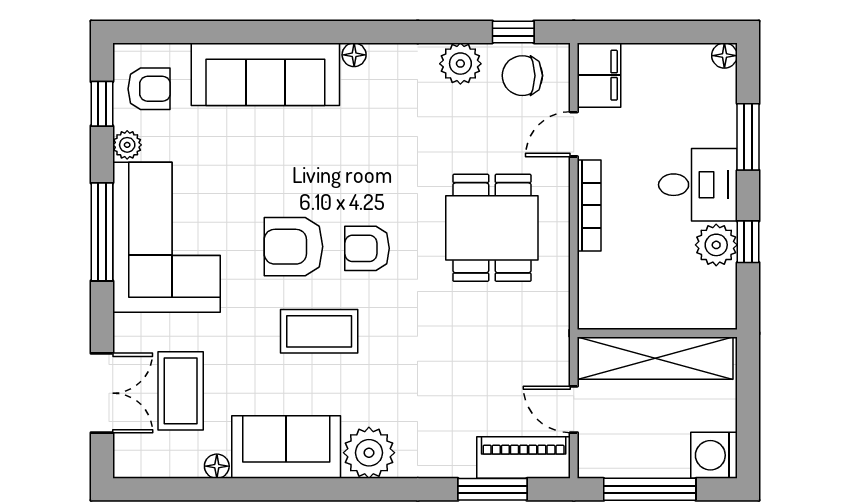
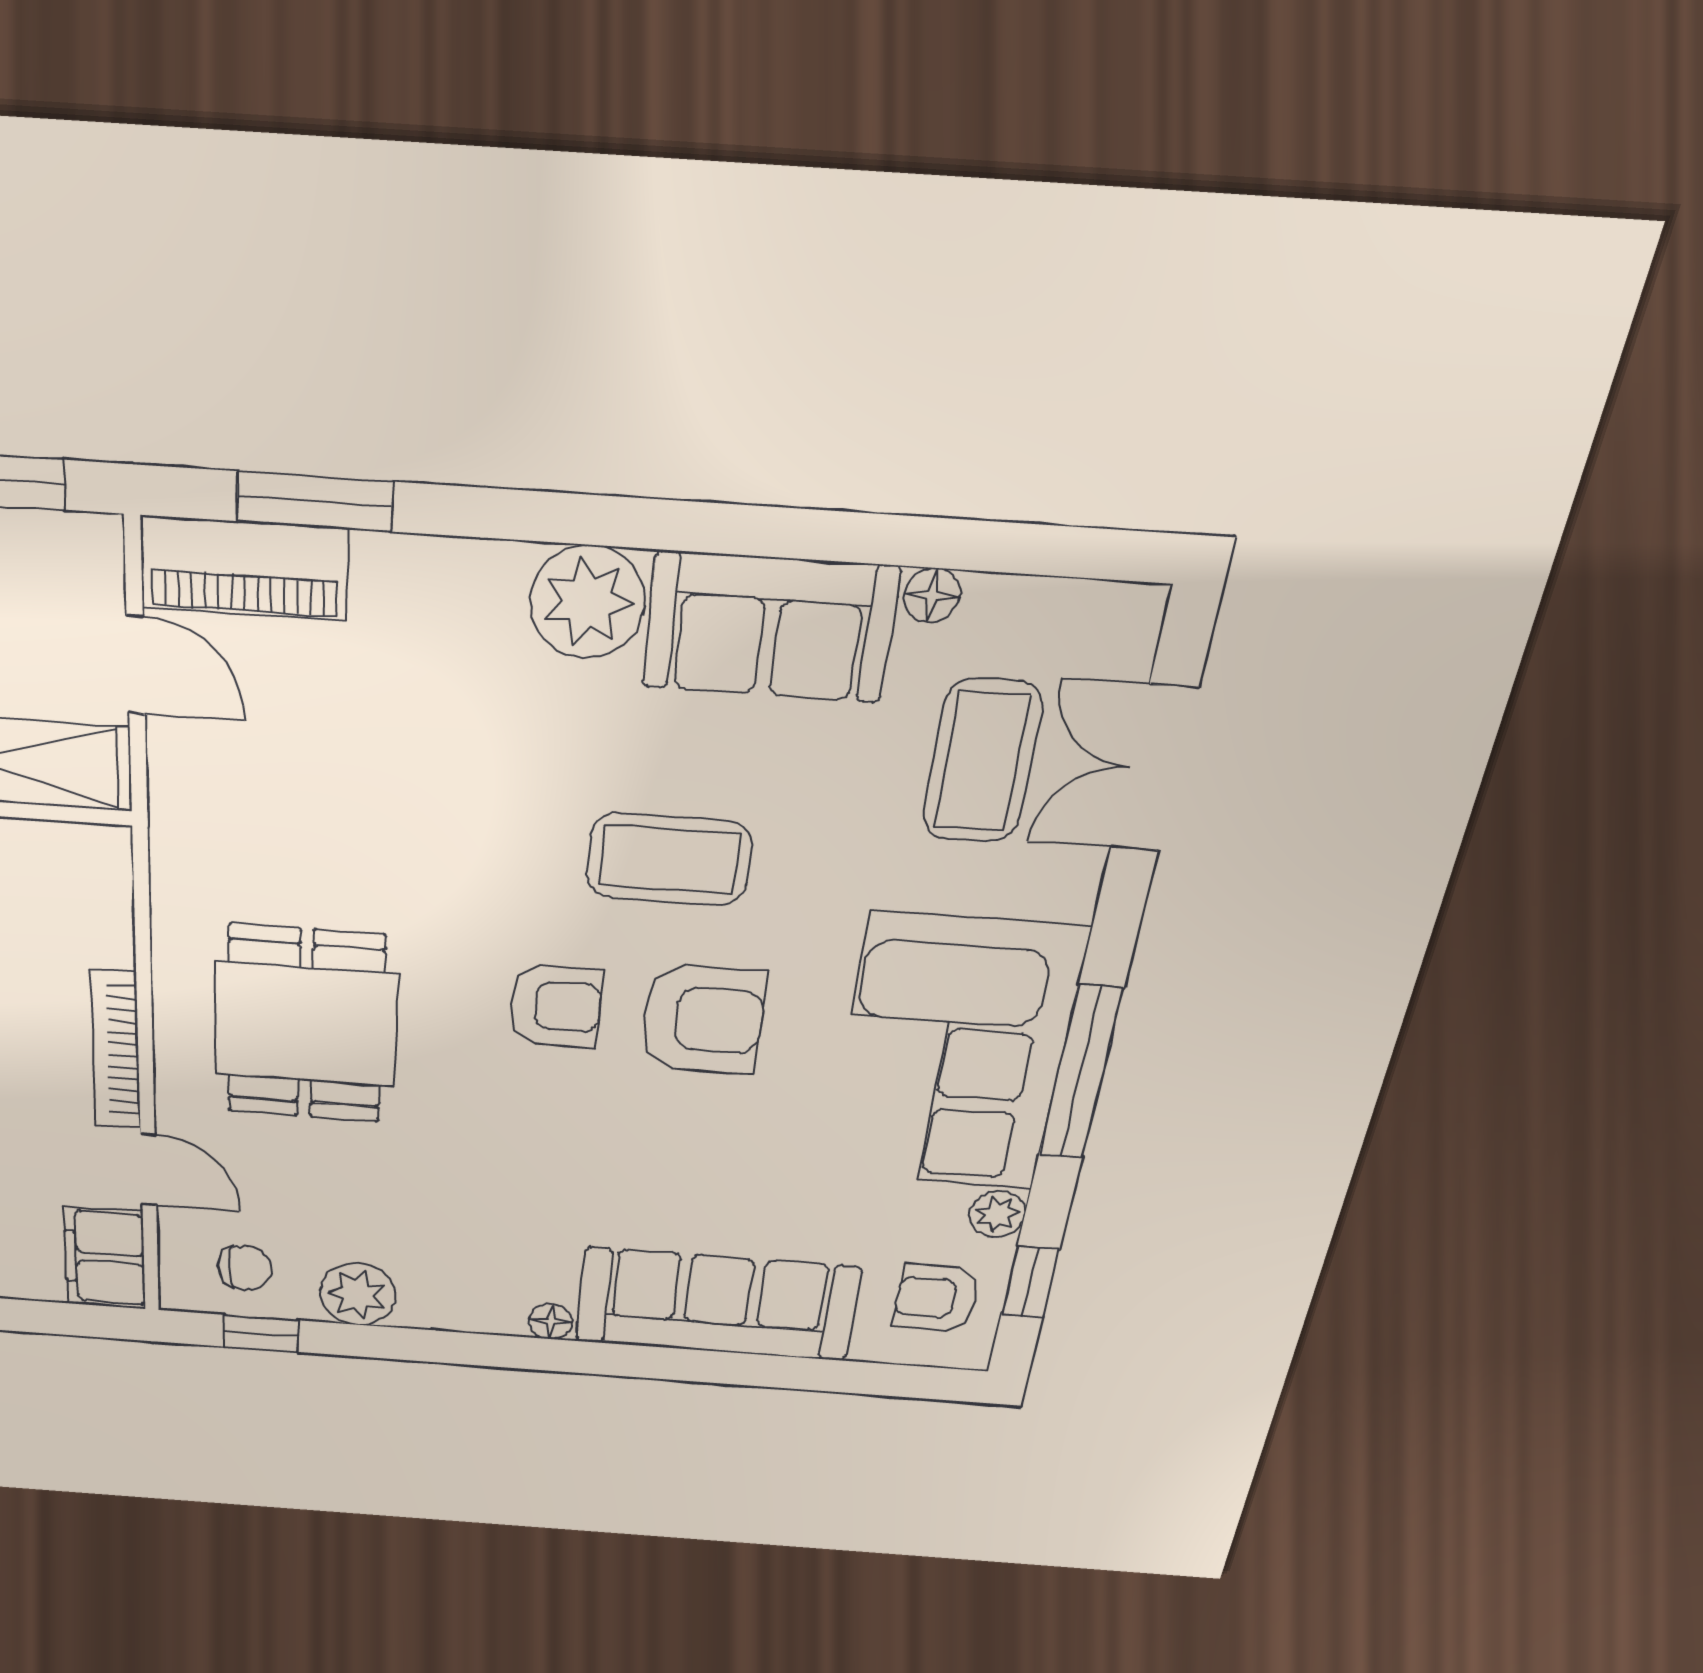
chair: (522, 76) -> (245, 1268), width x0.73, depth x0.73
door: (574, 134) -> (148, 1169), hinge flipped

